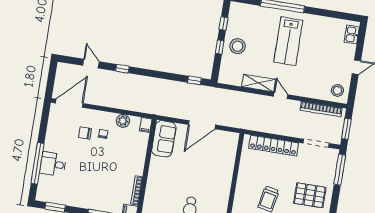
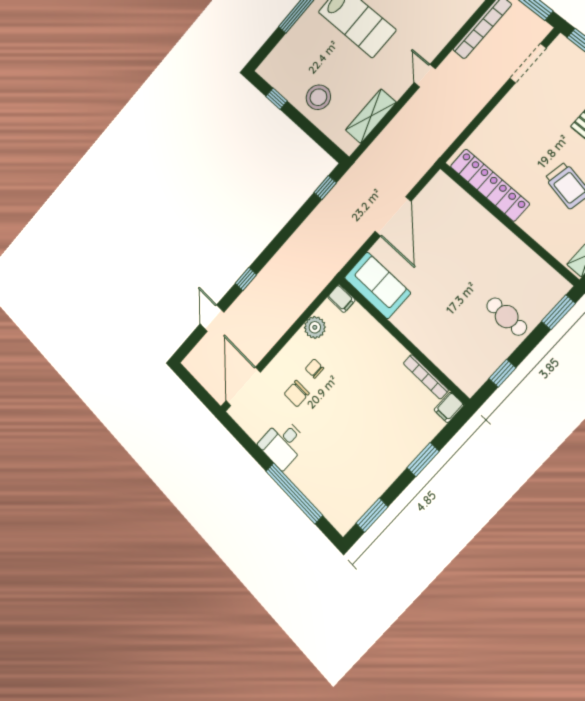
window: (220, 47) -> (304, 123), removed
door: (91, 64) -> (212, 318), hinge flipped
shelving: (259, 83) -> (371, 116), moved
door: (281, 95) -> (425, 76), hinge flipped
locker: (274, 146) -> (490, 185), moved, turned -90
desk: (53, 164) -> (283, 443), moved

